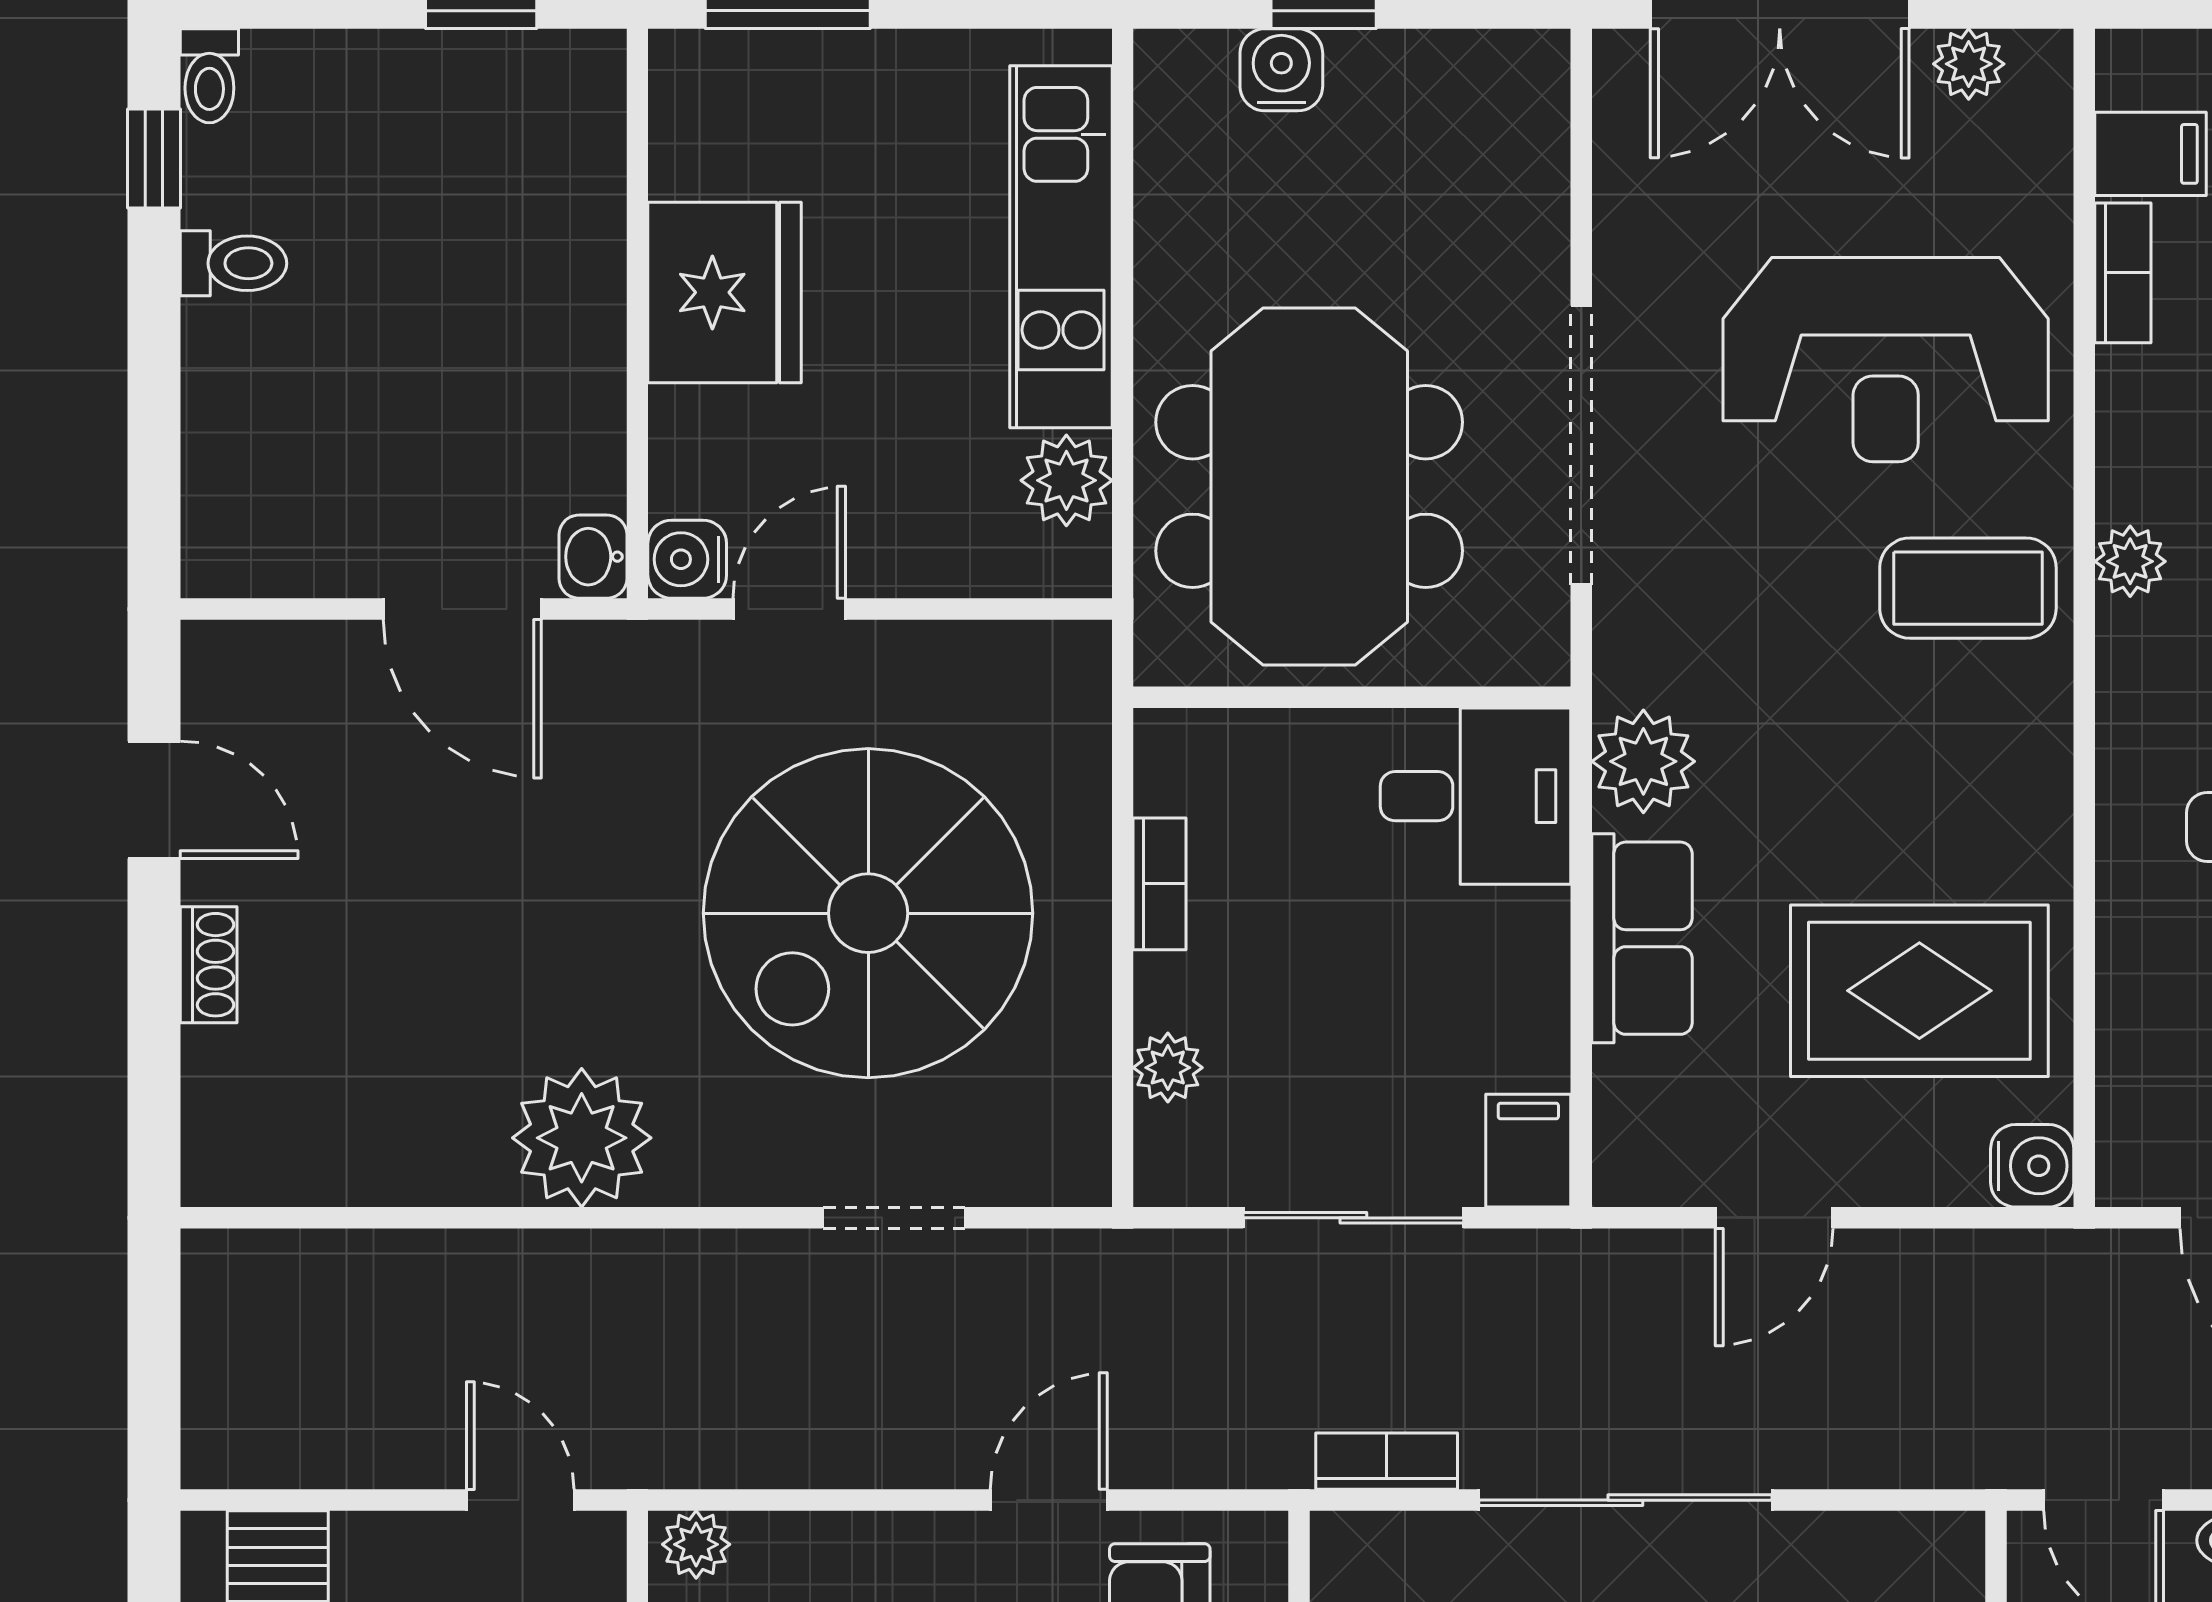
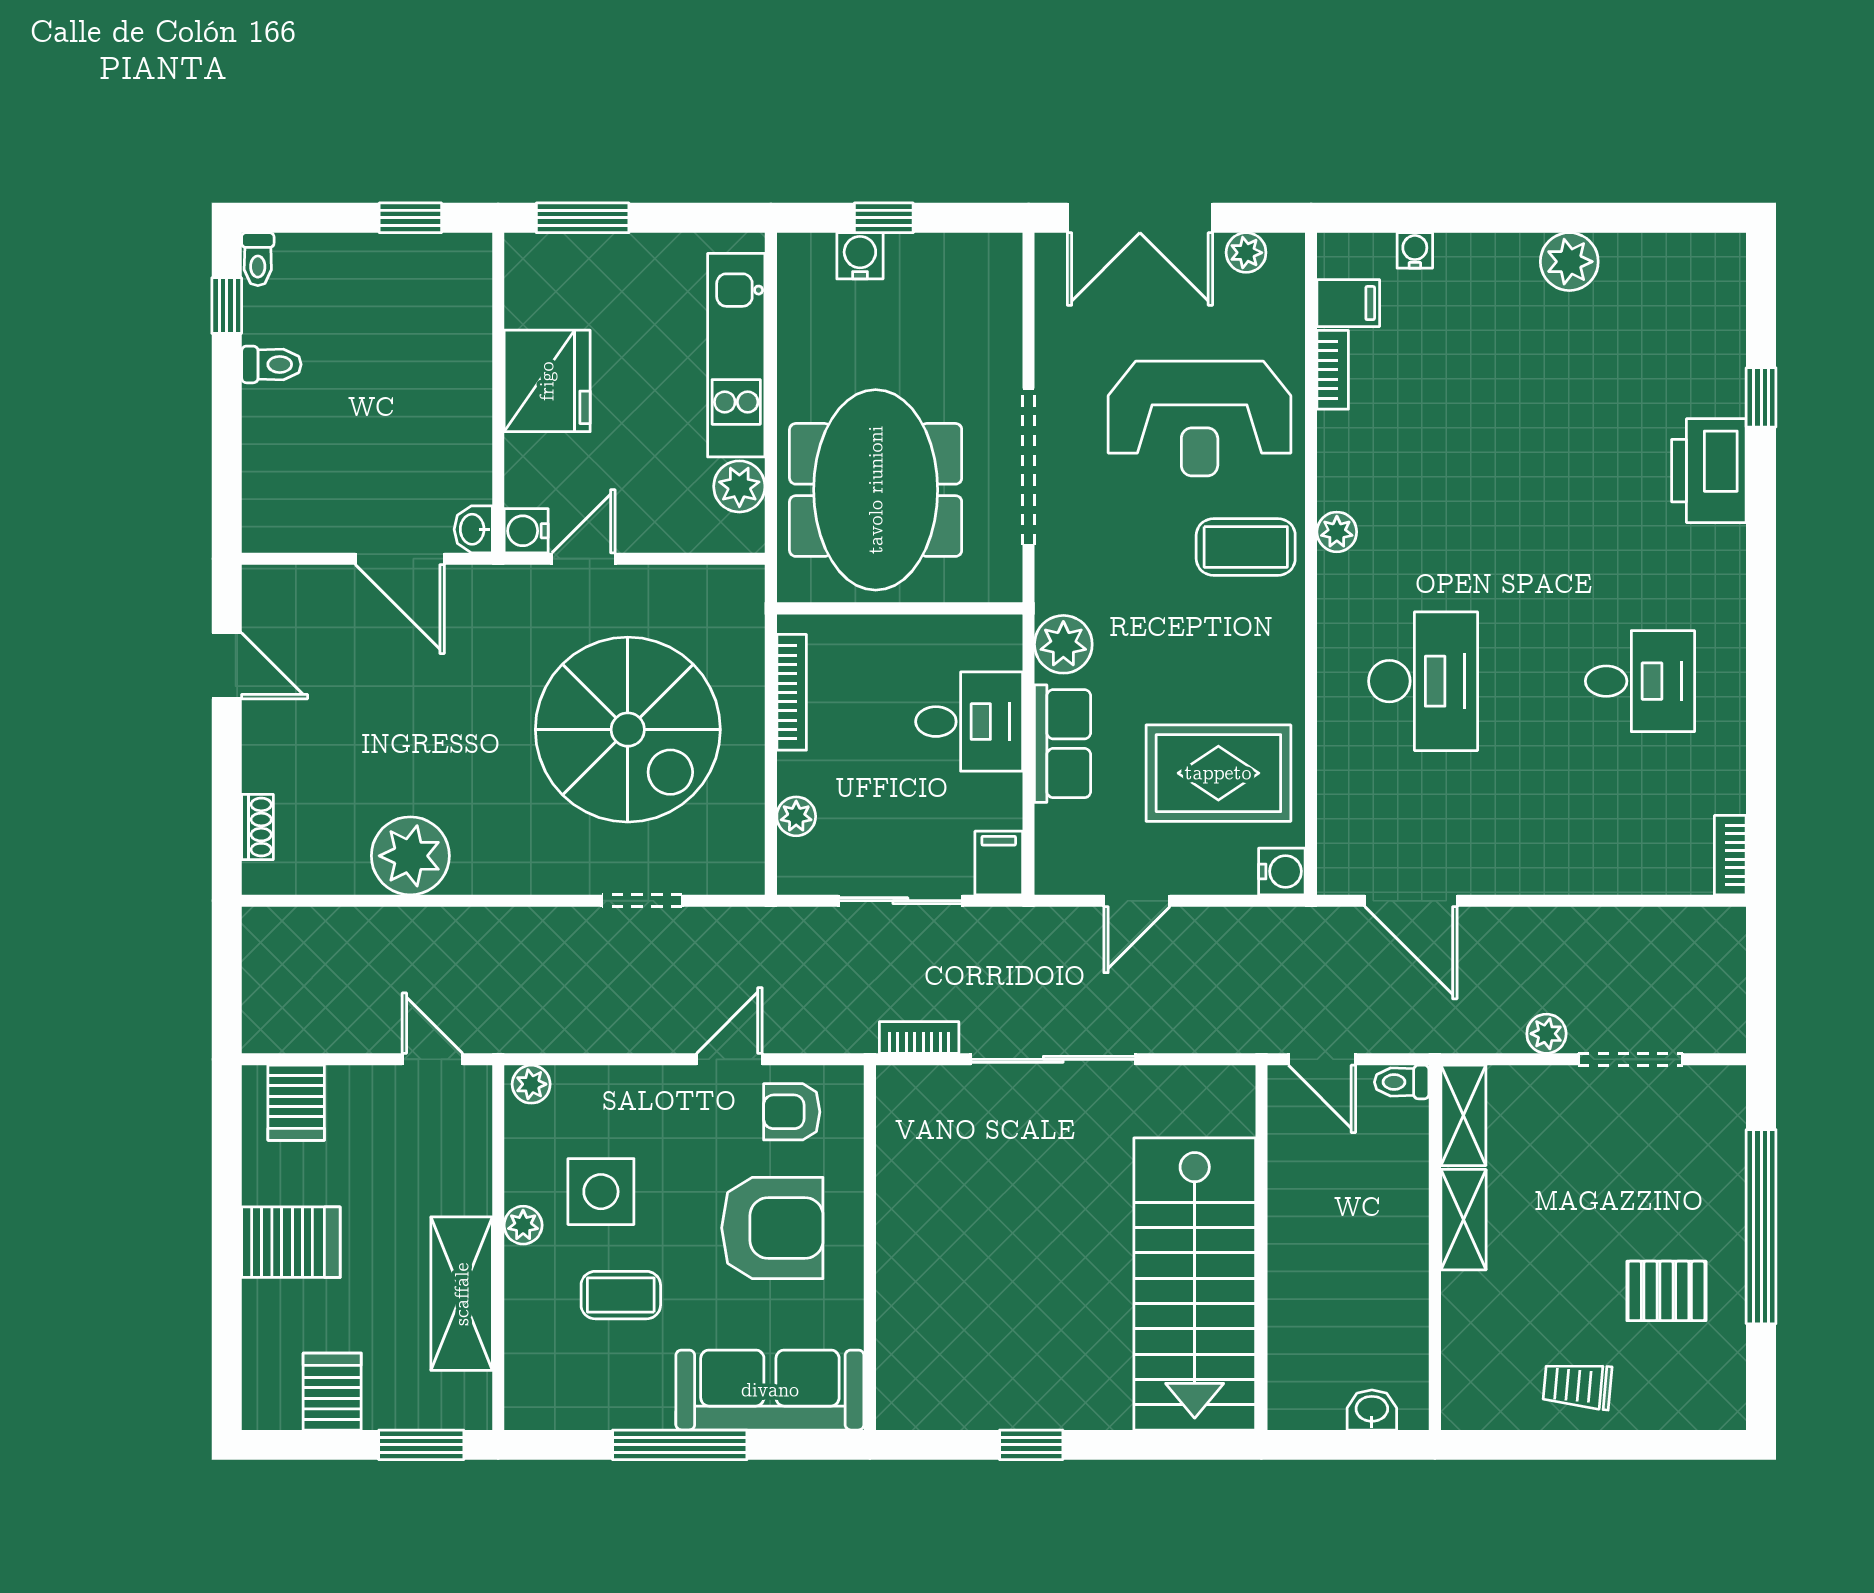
desk: (1476, 796) -> (969, 722), moved
bookcase: (1160, 884) -> (792, 692), width x1.56
spiral stairs: (868, 913) -> (628, 730), turned -90
shoe rack: (209, 965) -> (257, 827), moved
plant: (582, 1138) -> (410, 856), moved

